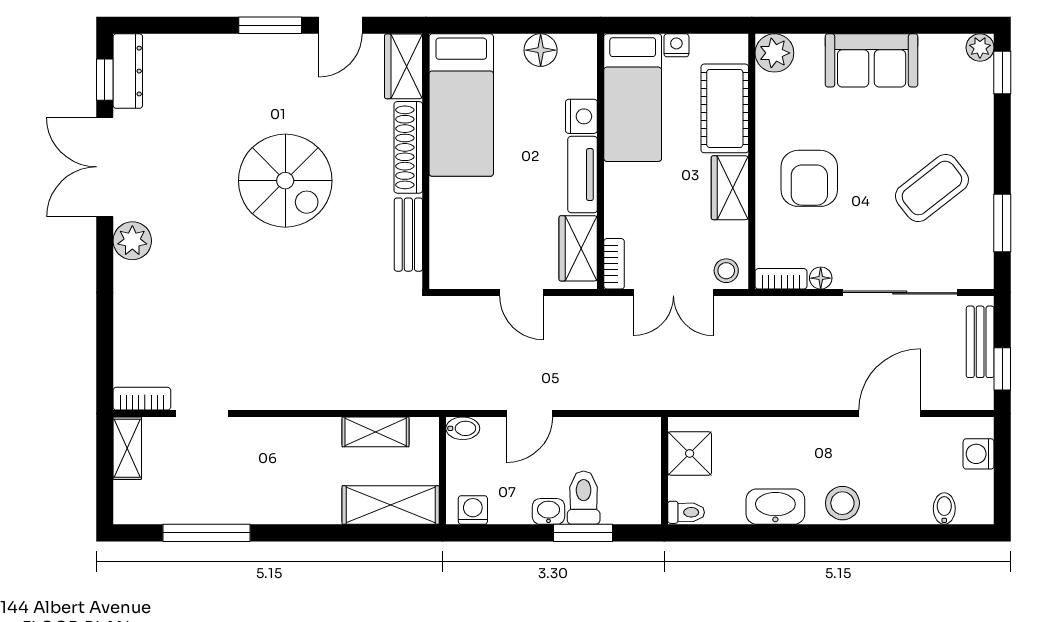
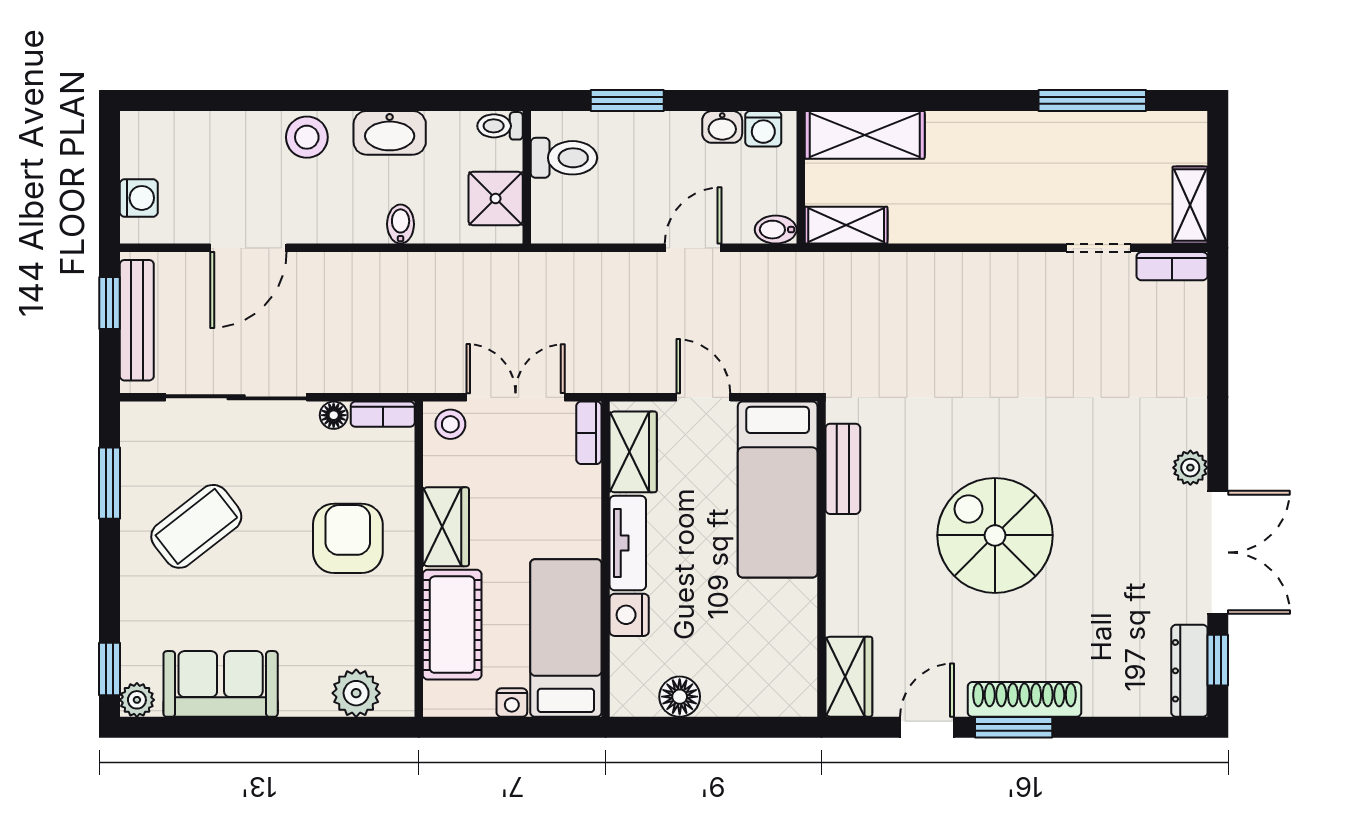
plant: (774, 53) -> (356, 693), moved
sofa: (872, 60) -> (221, 684), moved
bed: (461, 105) -> (778, 490), moved, turned 180
shoe rack: (408, 147) -> (1024, 699), moved, turned -90
plant: (132, 241) -> (1190, 468), width x0.73, depth x0.73
bench: (980, 342) -> (137, 320), width x1.36
shelving: (376, 432) -> (846, 225), moved
toilet: (584, 498) -> (564, 158), moved, turned -90
bidet: (944, 509) -> (401, 224), moved, turned 180
washbasin: (549, 511) -> (722, 127), moved

